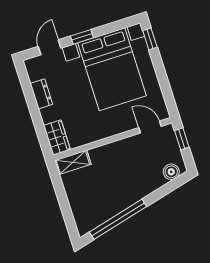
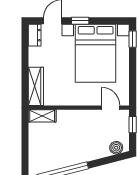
dresser: (41, 94) -> (35, 35), moved
wardrobe: (57, 138) -> (36, 86), width x1.50

